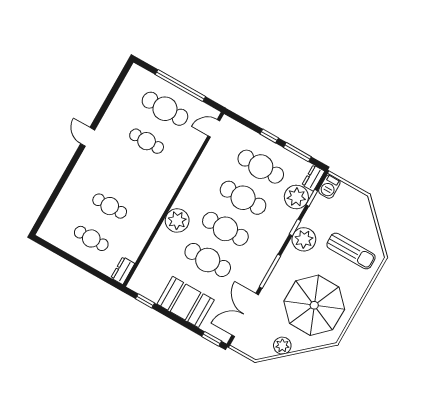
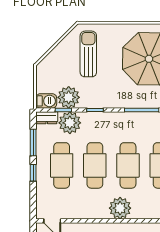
plant: (177, 220) -> (120, 208), moved
plant: (304, 239) -> (69, 97), moved

